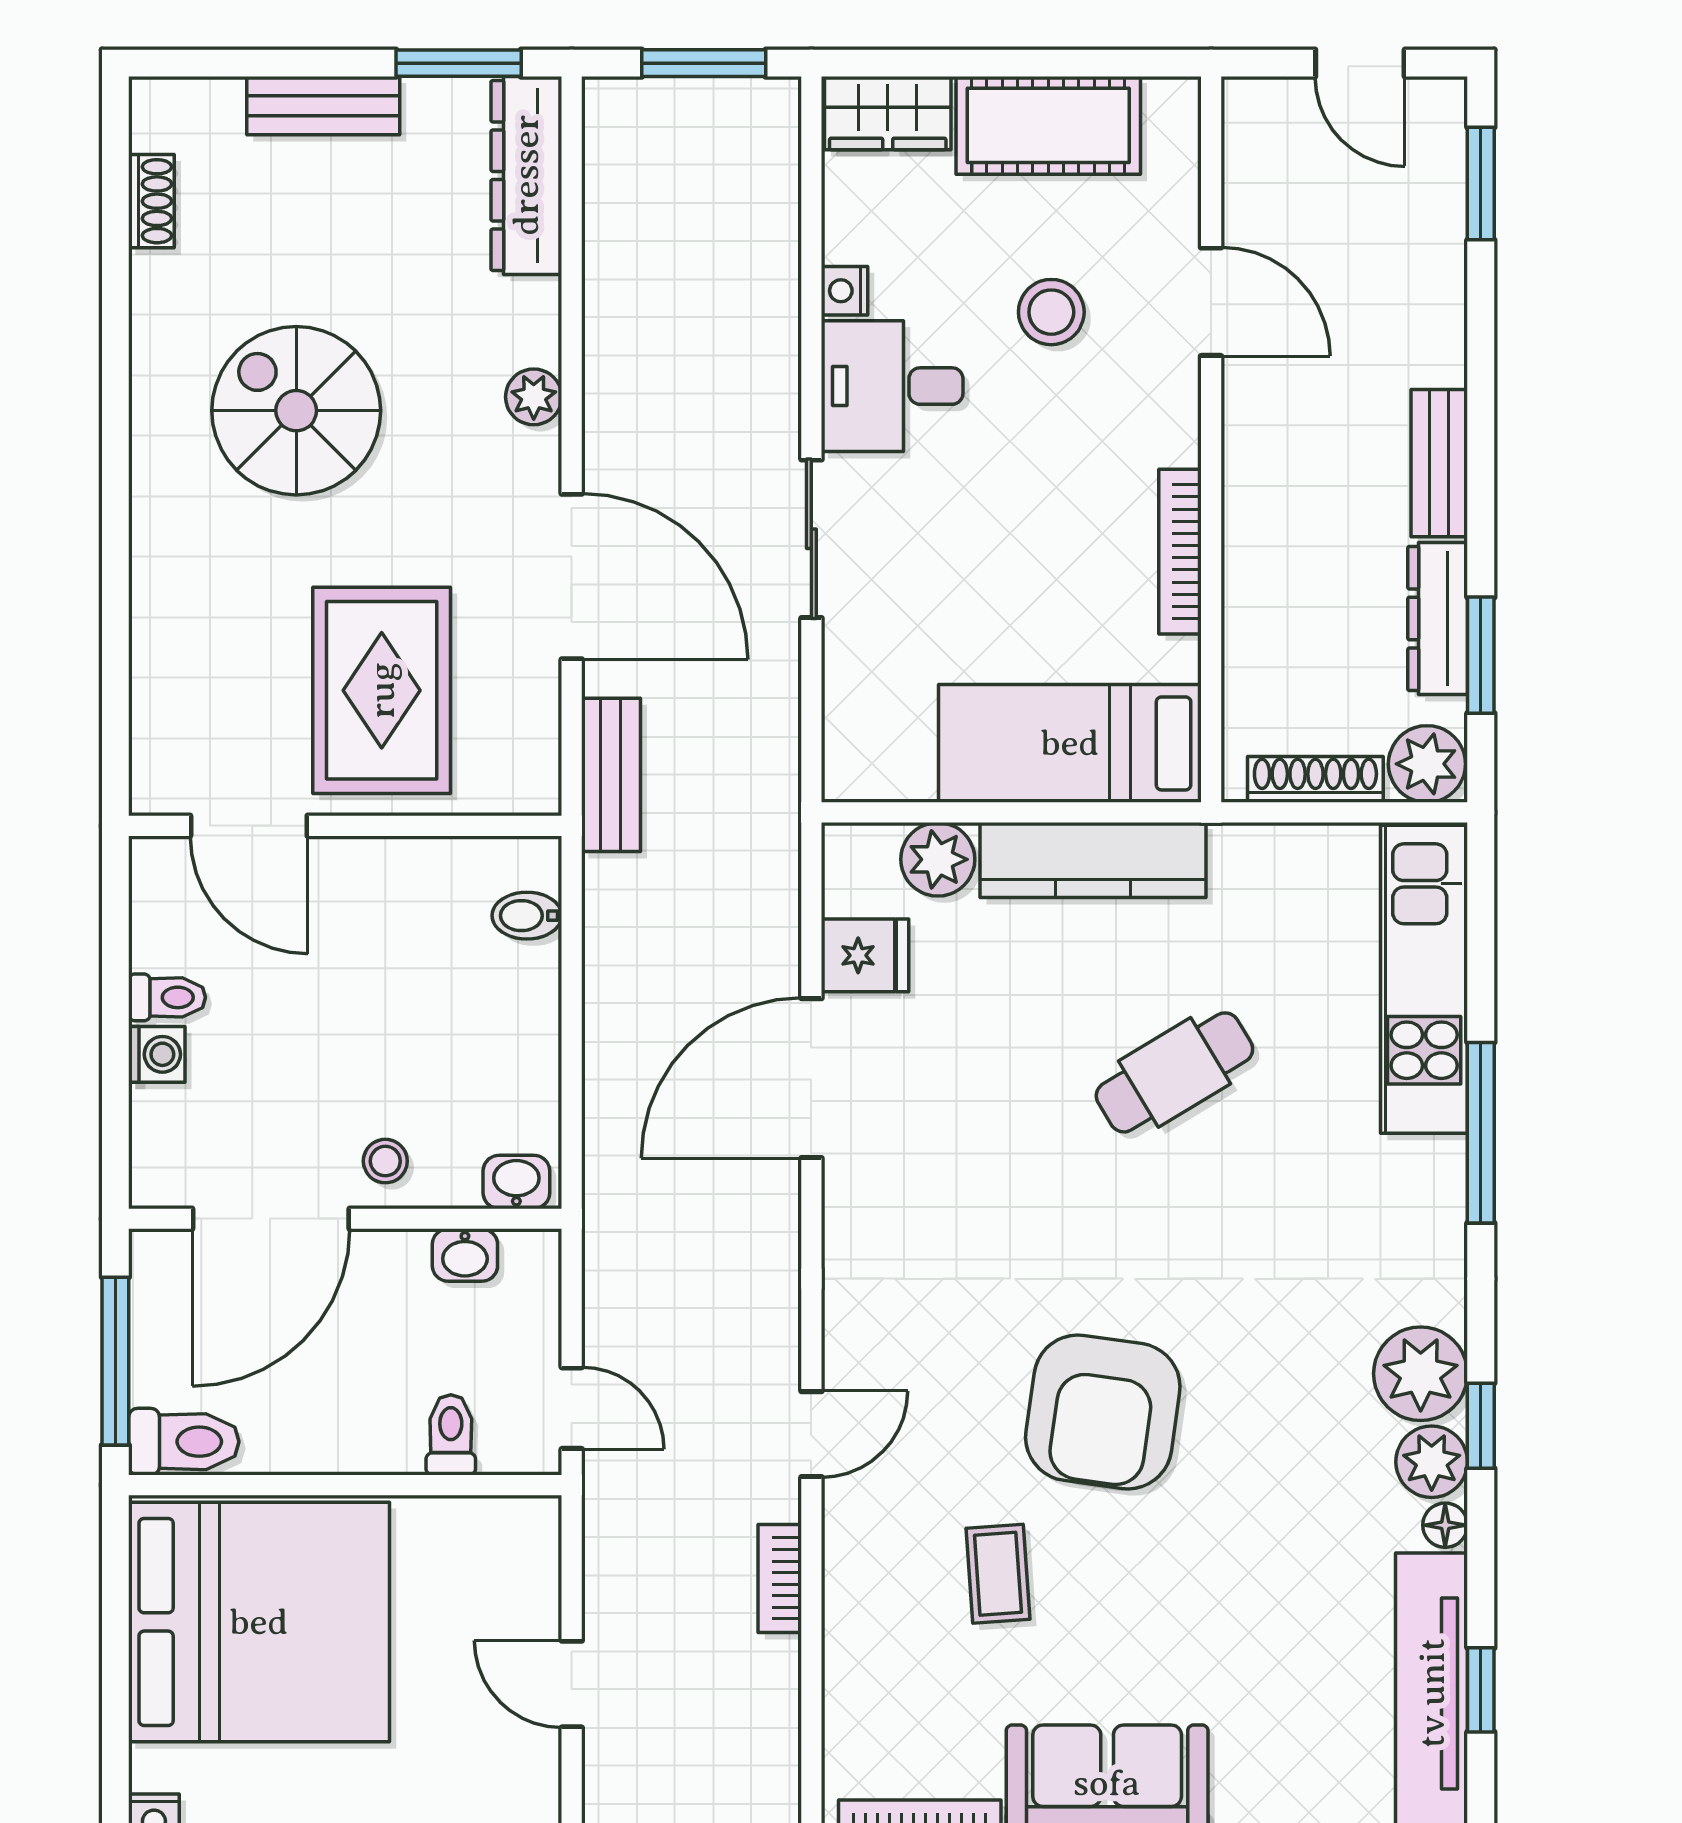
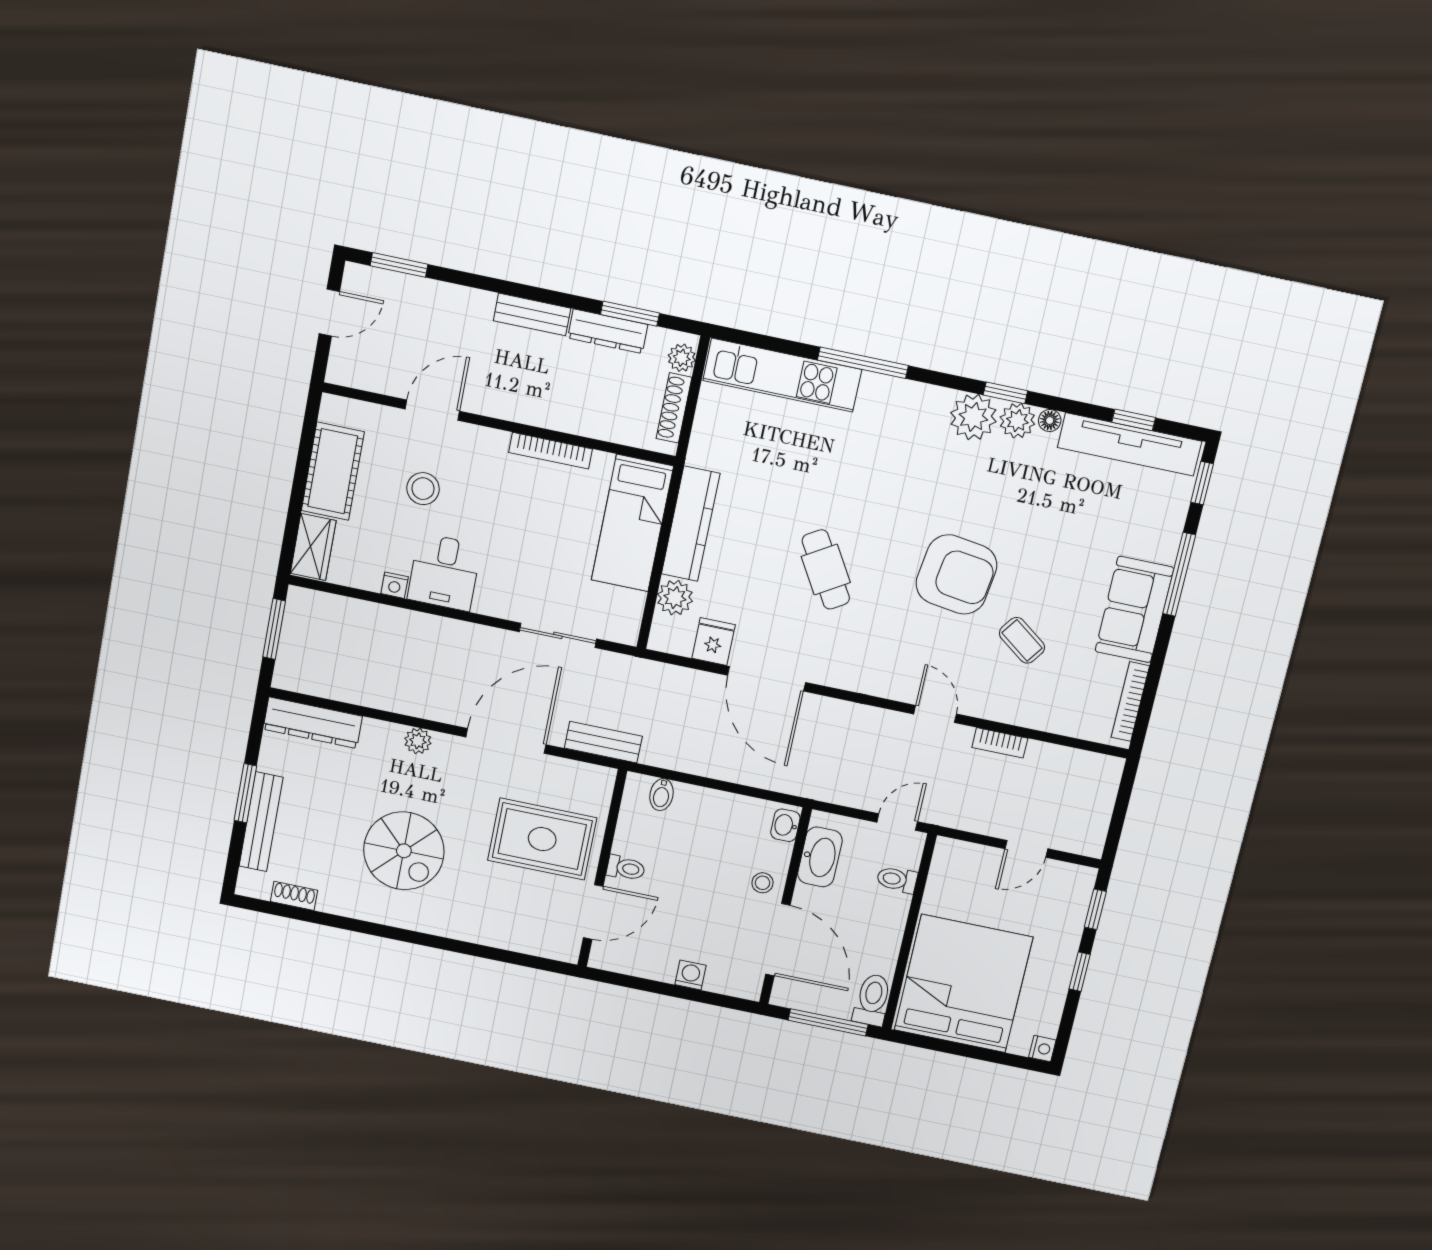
window: (459, 63) -> (245, 793), moved
bench: (323, 106) -> (261, 822), width x1.36
spiral stairs: (296, 411) -> (404, 851), turned -90
sliding door: (811, 539) -> (558, 635), moved
plant: (1427, 764) -> (682, 358), width x0.73, depth x0.73
toilet: (167, 997) -> (626, 868), moved, turned 90
cafe table: (1174, 1072) -> (826, 569), moved
washbasin: (465, 1255) -> (820, 857), width x1.91, depth x1.45
coffee table: (998, 1574) -> (1022, 640), turned 40

